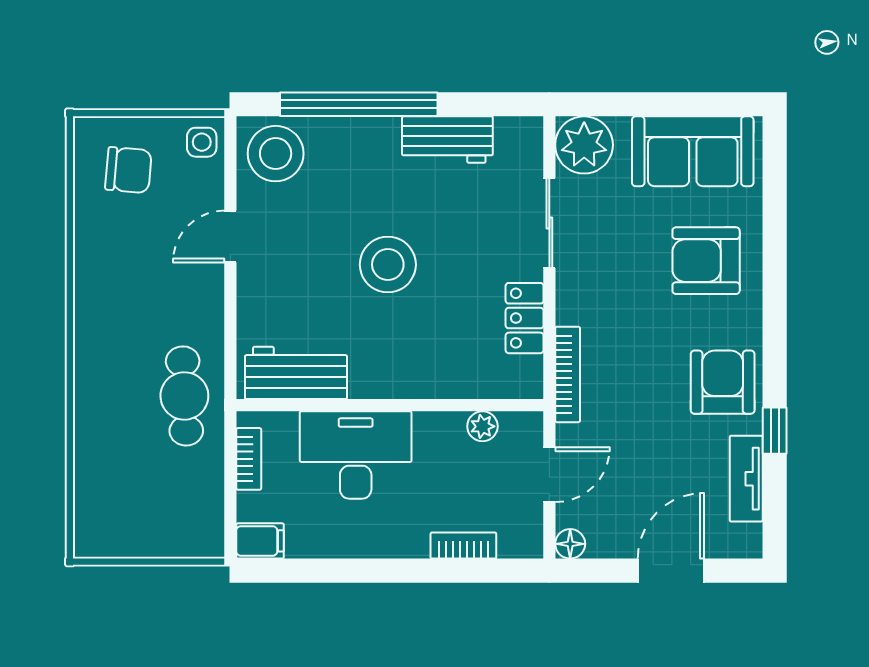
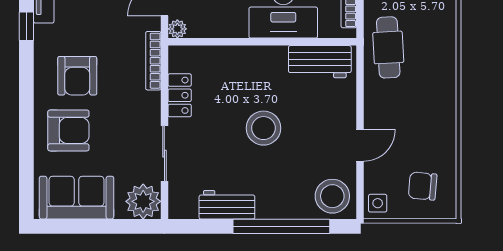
armchair: (723, 382) -> (77, 76), moved
plant: (482, 426) -> (177, 29), moved

